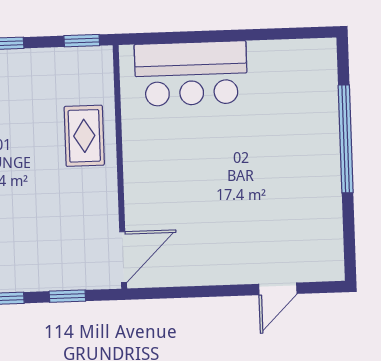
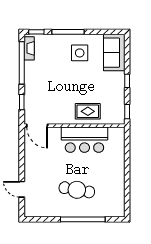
bar counter: (191, 74) -> (84, 140), moved, turned -90
cafe table: (275, 156) -> (77, 190), added

